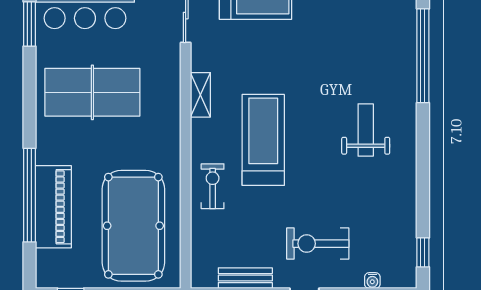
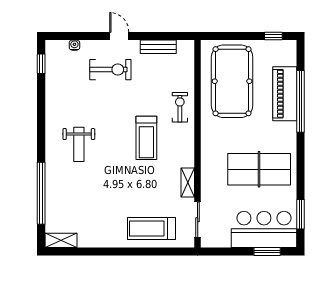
shelving: (200, 95) -> (188, 183), moved
treadmill: (263, 140) -> (146, 138), width x0.73, depth x0.73
exercise bike: (213, 186) -> (180, 107), turned 180

